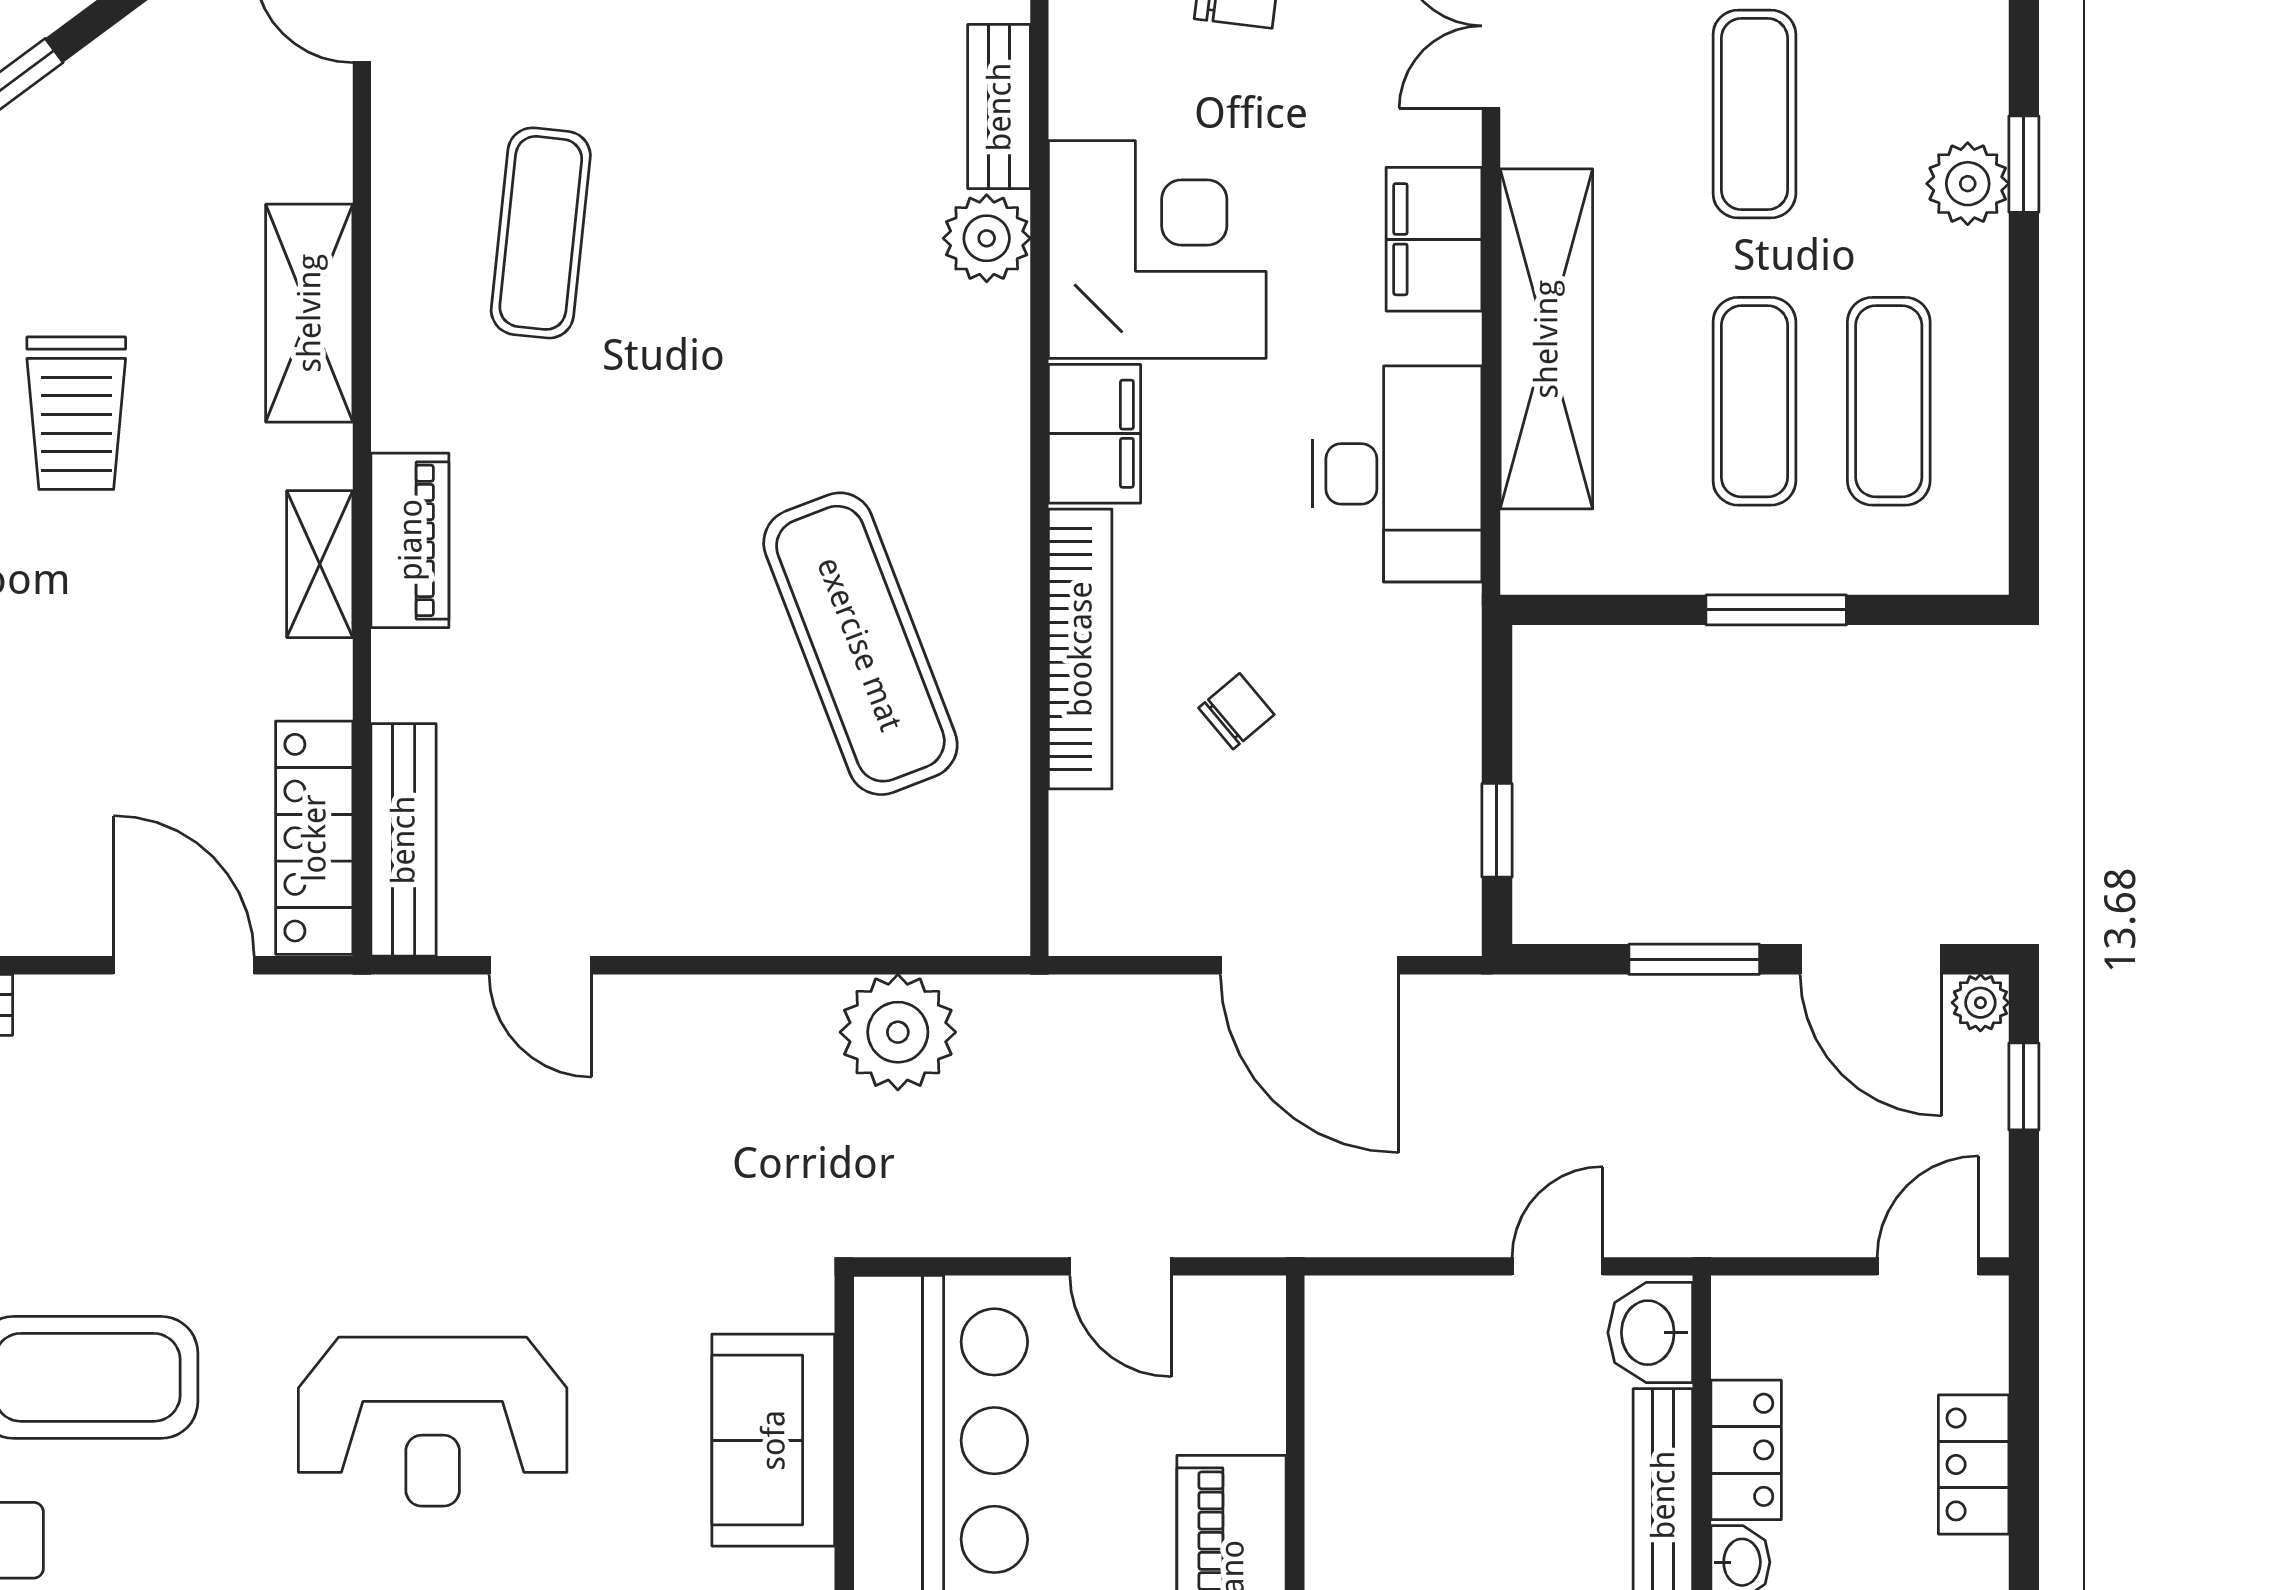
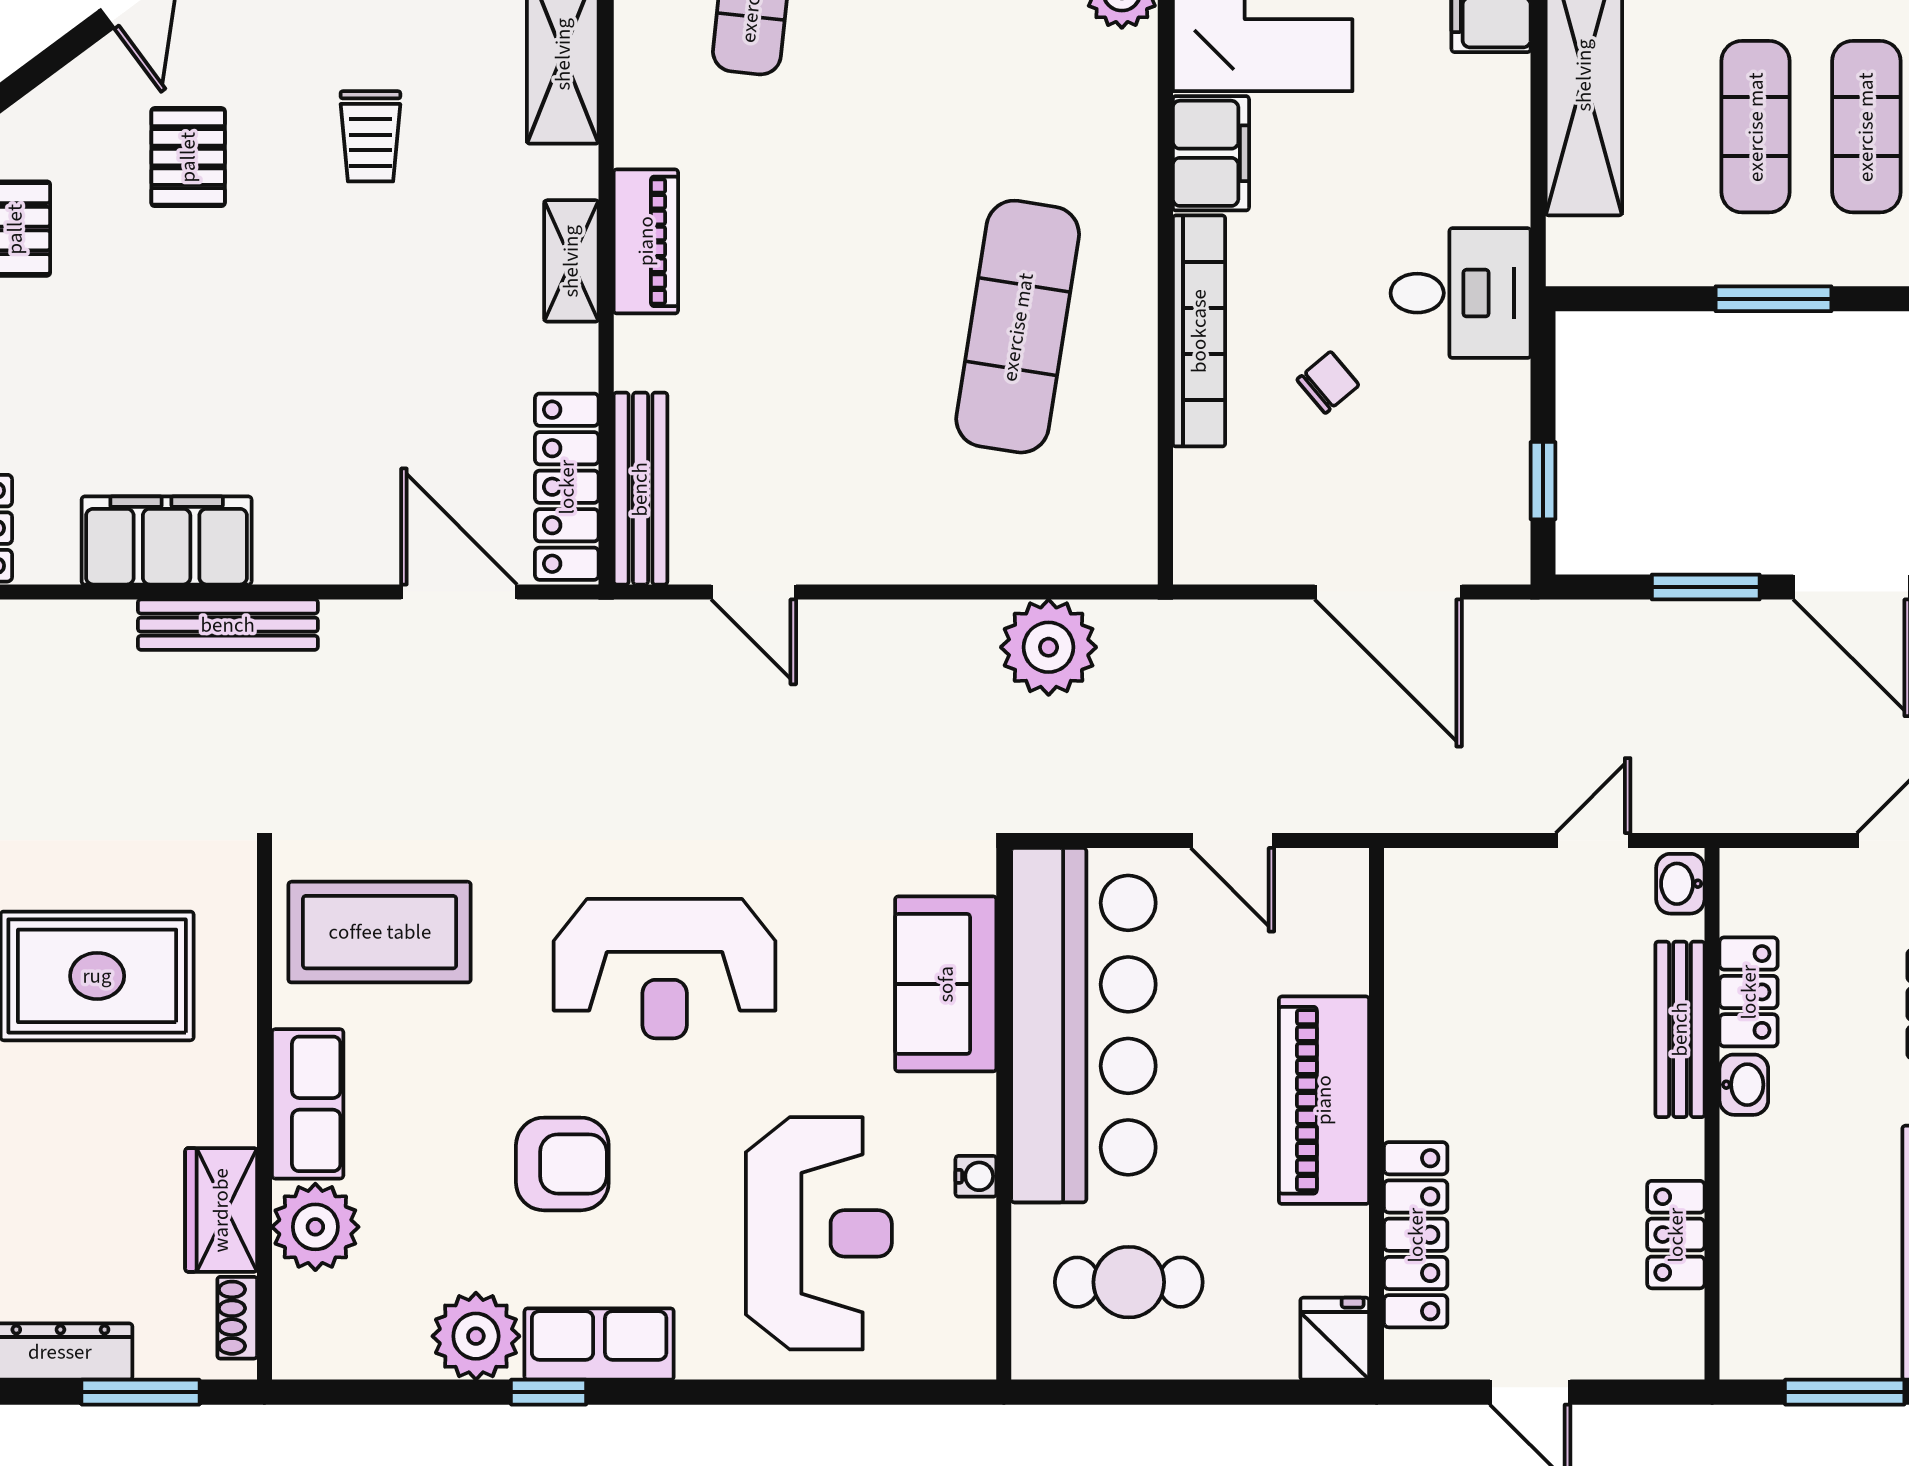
trolley: (76, 413) -> (370, 136), width x0.73, depth x0.72
desk: (1397, 474) -> (1461, 293), moved, width x0.73
exercise mat: (860, 644) -> (1018, 327), turned 30
washbasin: (1650, 1333) -> (1680, 884), width x0.72, depth x0.69

